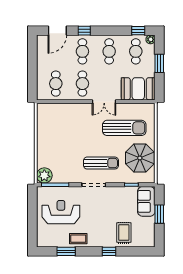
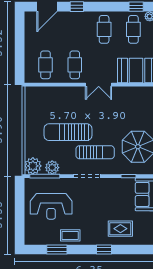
cafe table: (82, 51) -> (75, 29), removed
sun lounger: (124, 128) -> (68, 132), moved, turned 180
plant: (62, 177) -> (52, 168), added
reception desk: (61, 212) -> (51, 206), turned 180
rug: (124, 233) -> (120, 229), turned 90

